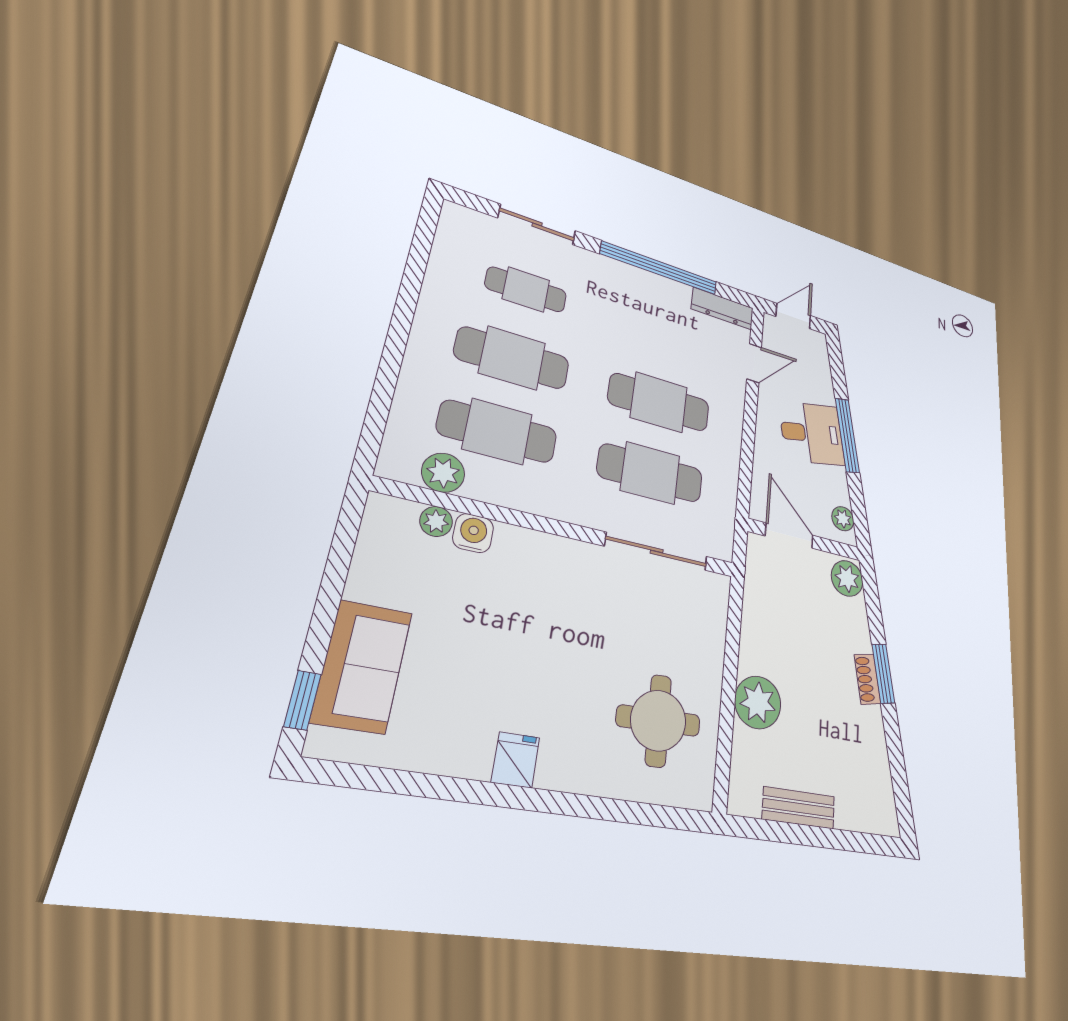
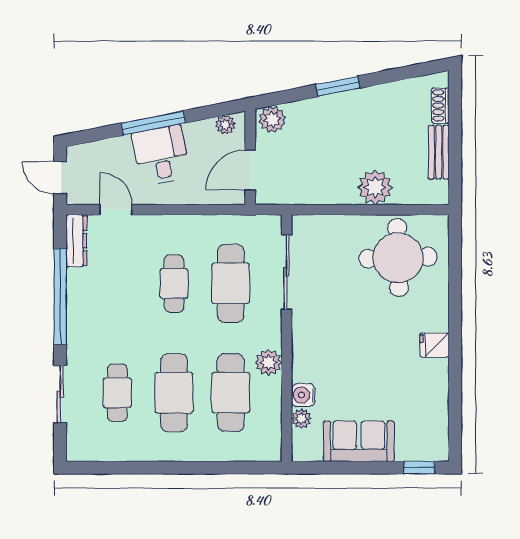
cafe table: (659, 402) -> (174, 283), width x0.73, depth x0.74
plant: (443, 473) -> (269, 362), moved
sofa: (362, 666) -> (359, 441), moved
shoe rack: (867, 679) -> (440, 105), moved, turned 101
round table: (658, 721) -> (398, 258), width x1.36, depth x1.36

